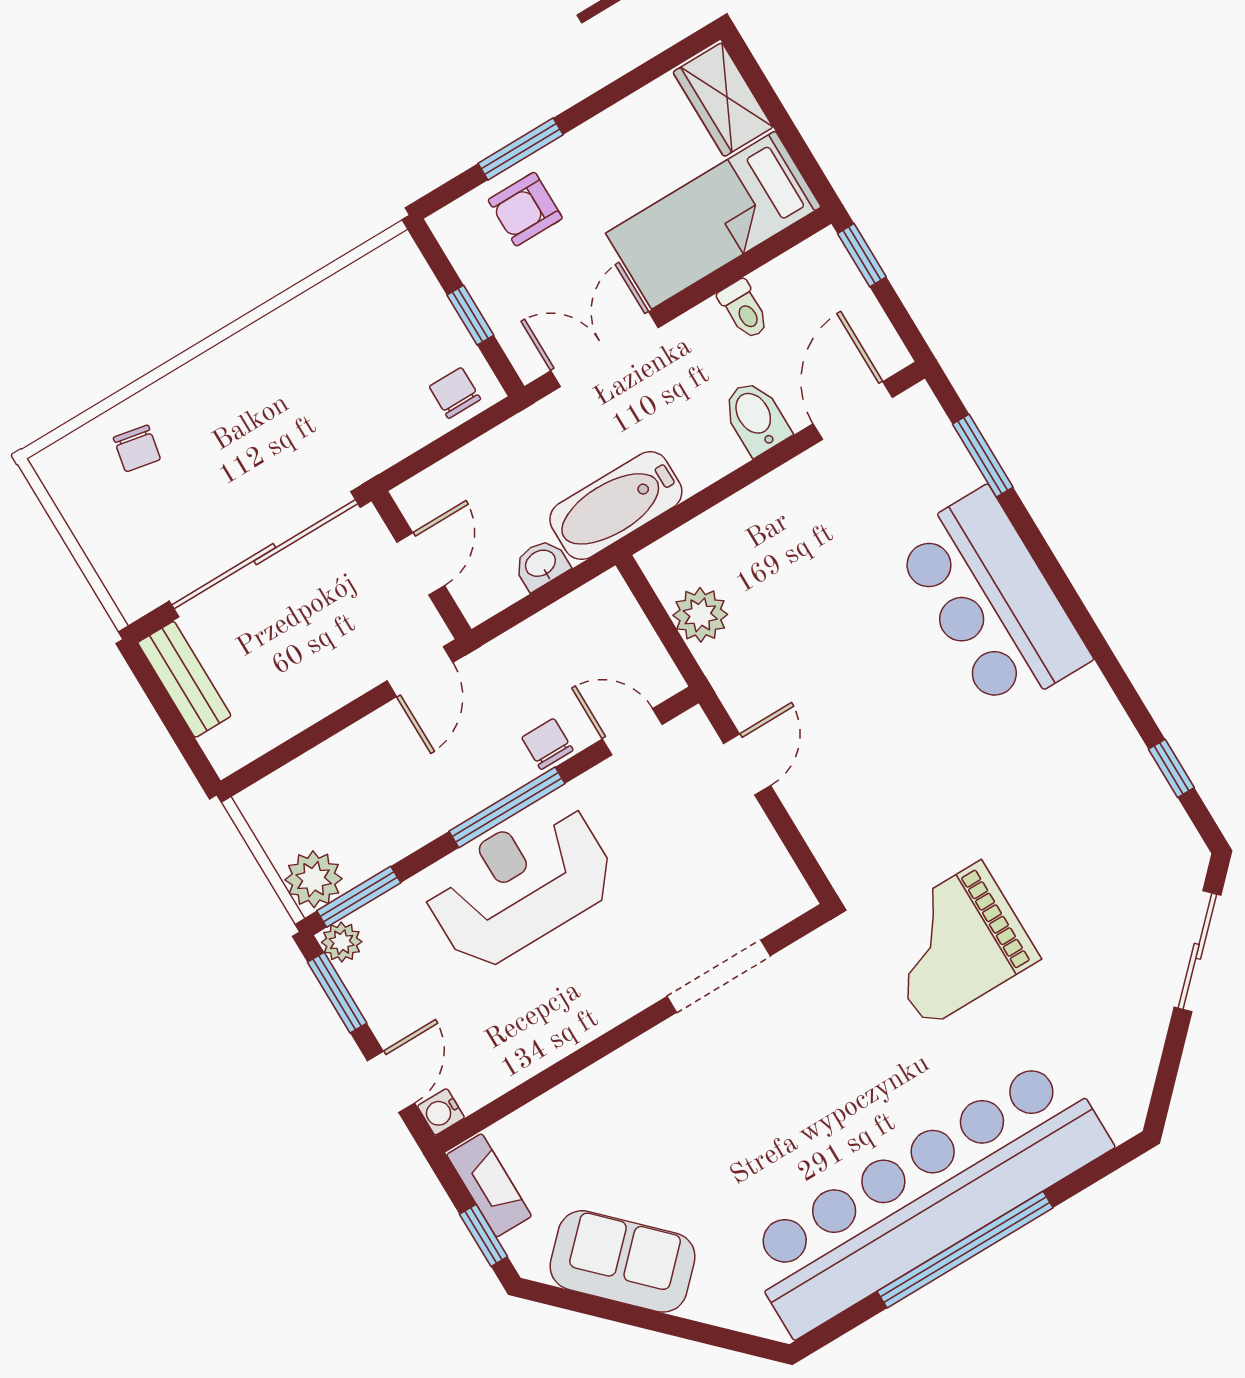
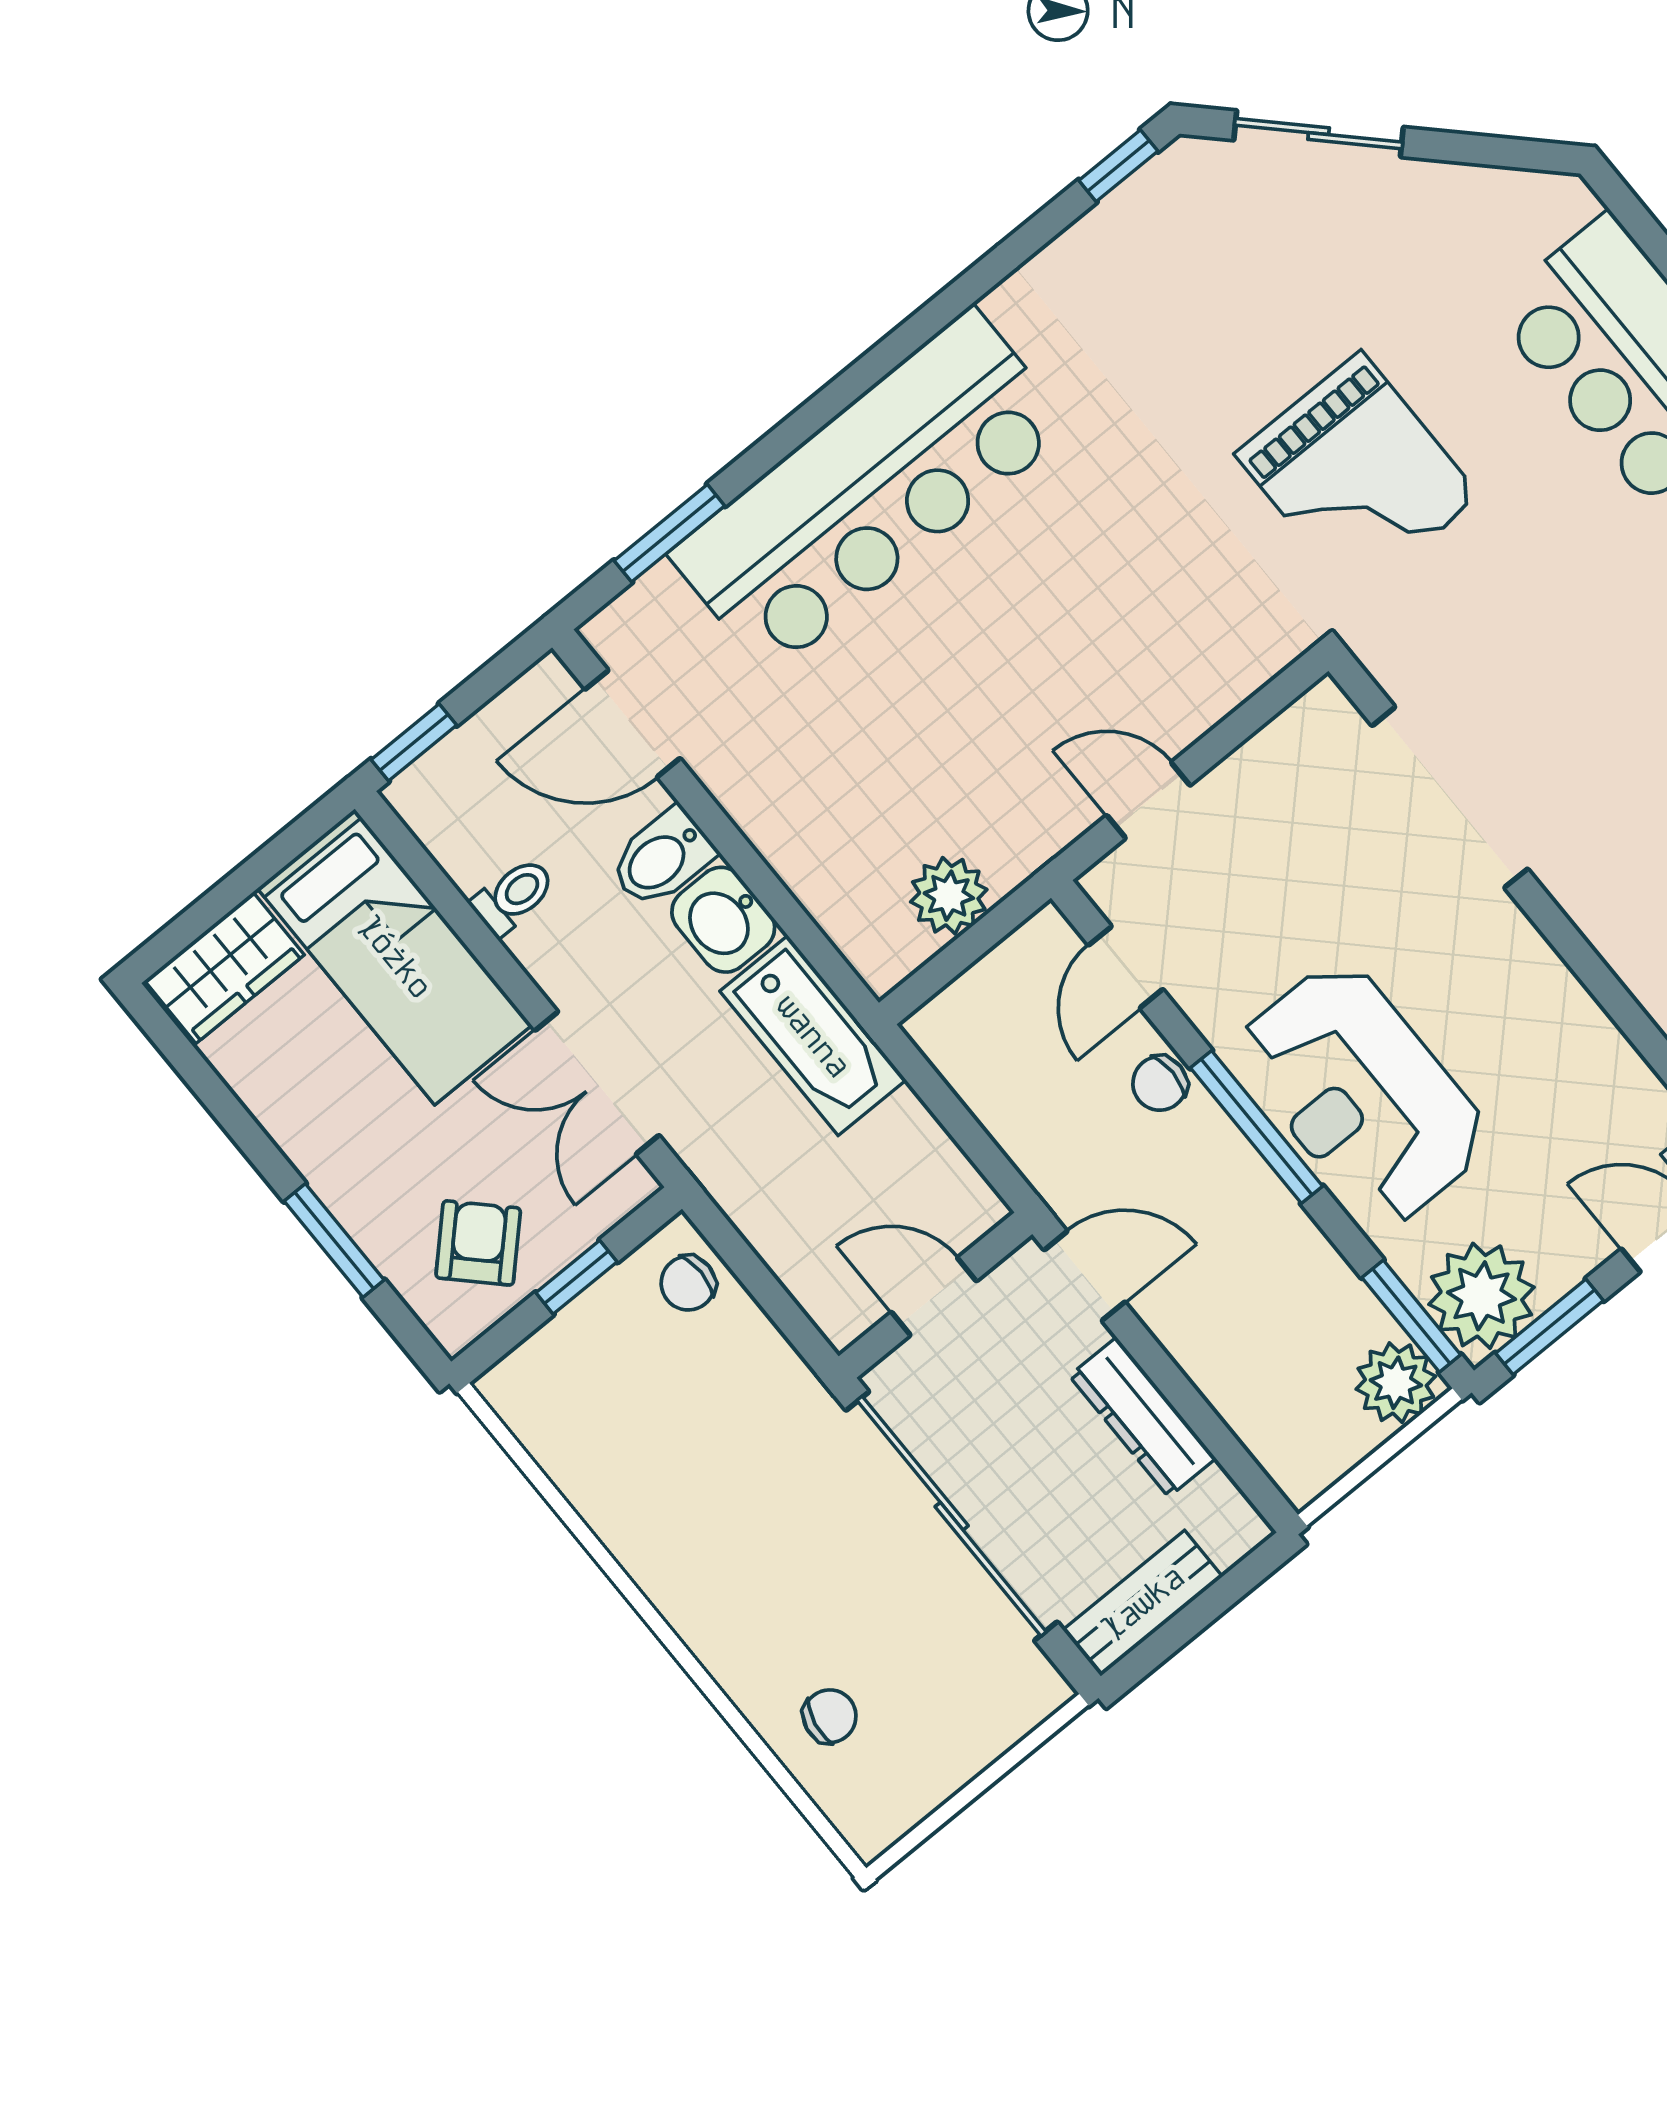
armchair: (525, 209) -> (478, 1243), moved, turned -135
washbasin: (541, 564) -> (723, 920), moved, width x1.38, depth x1.45
bar counter: (992, 601) -> (870, 491), width x1.36
dresser: (315, 698) -> (1143, 1417), added
window: (1171, 768) -> (1118, 166), moved
plant: (342, 942) -> (1481, 1296), width x1.87, depth x1.87
doorway: (719, 976) -> (1450, 797), width x1.36

